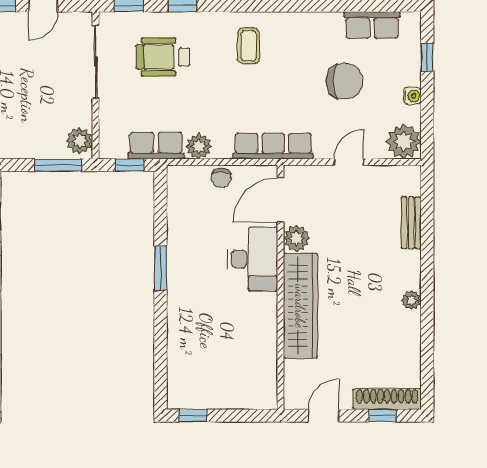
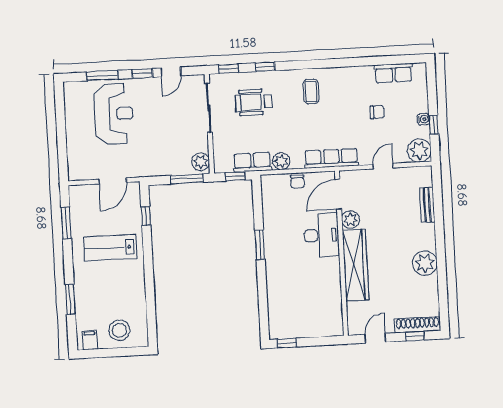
window: (427, 57) -> (434, 125), moved
chair: (345, 81) -> (377, 112), width x0.54, depth x0.54
plant: (411, 300) -> (425, 263), width x1.88, depth x1.88

